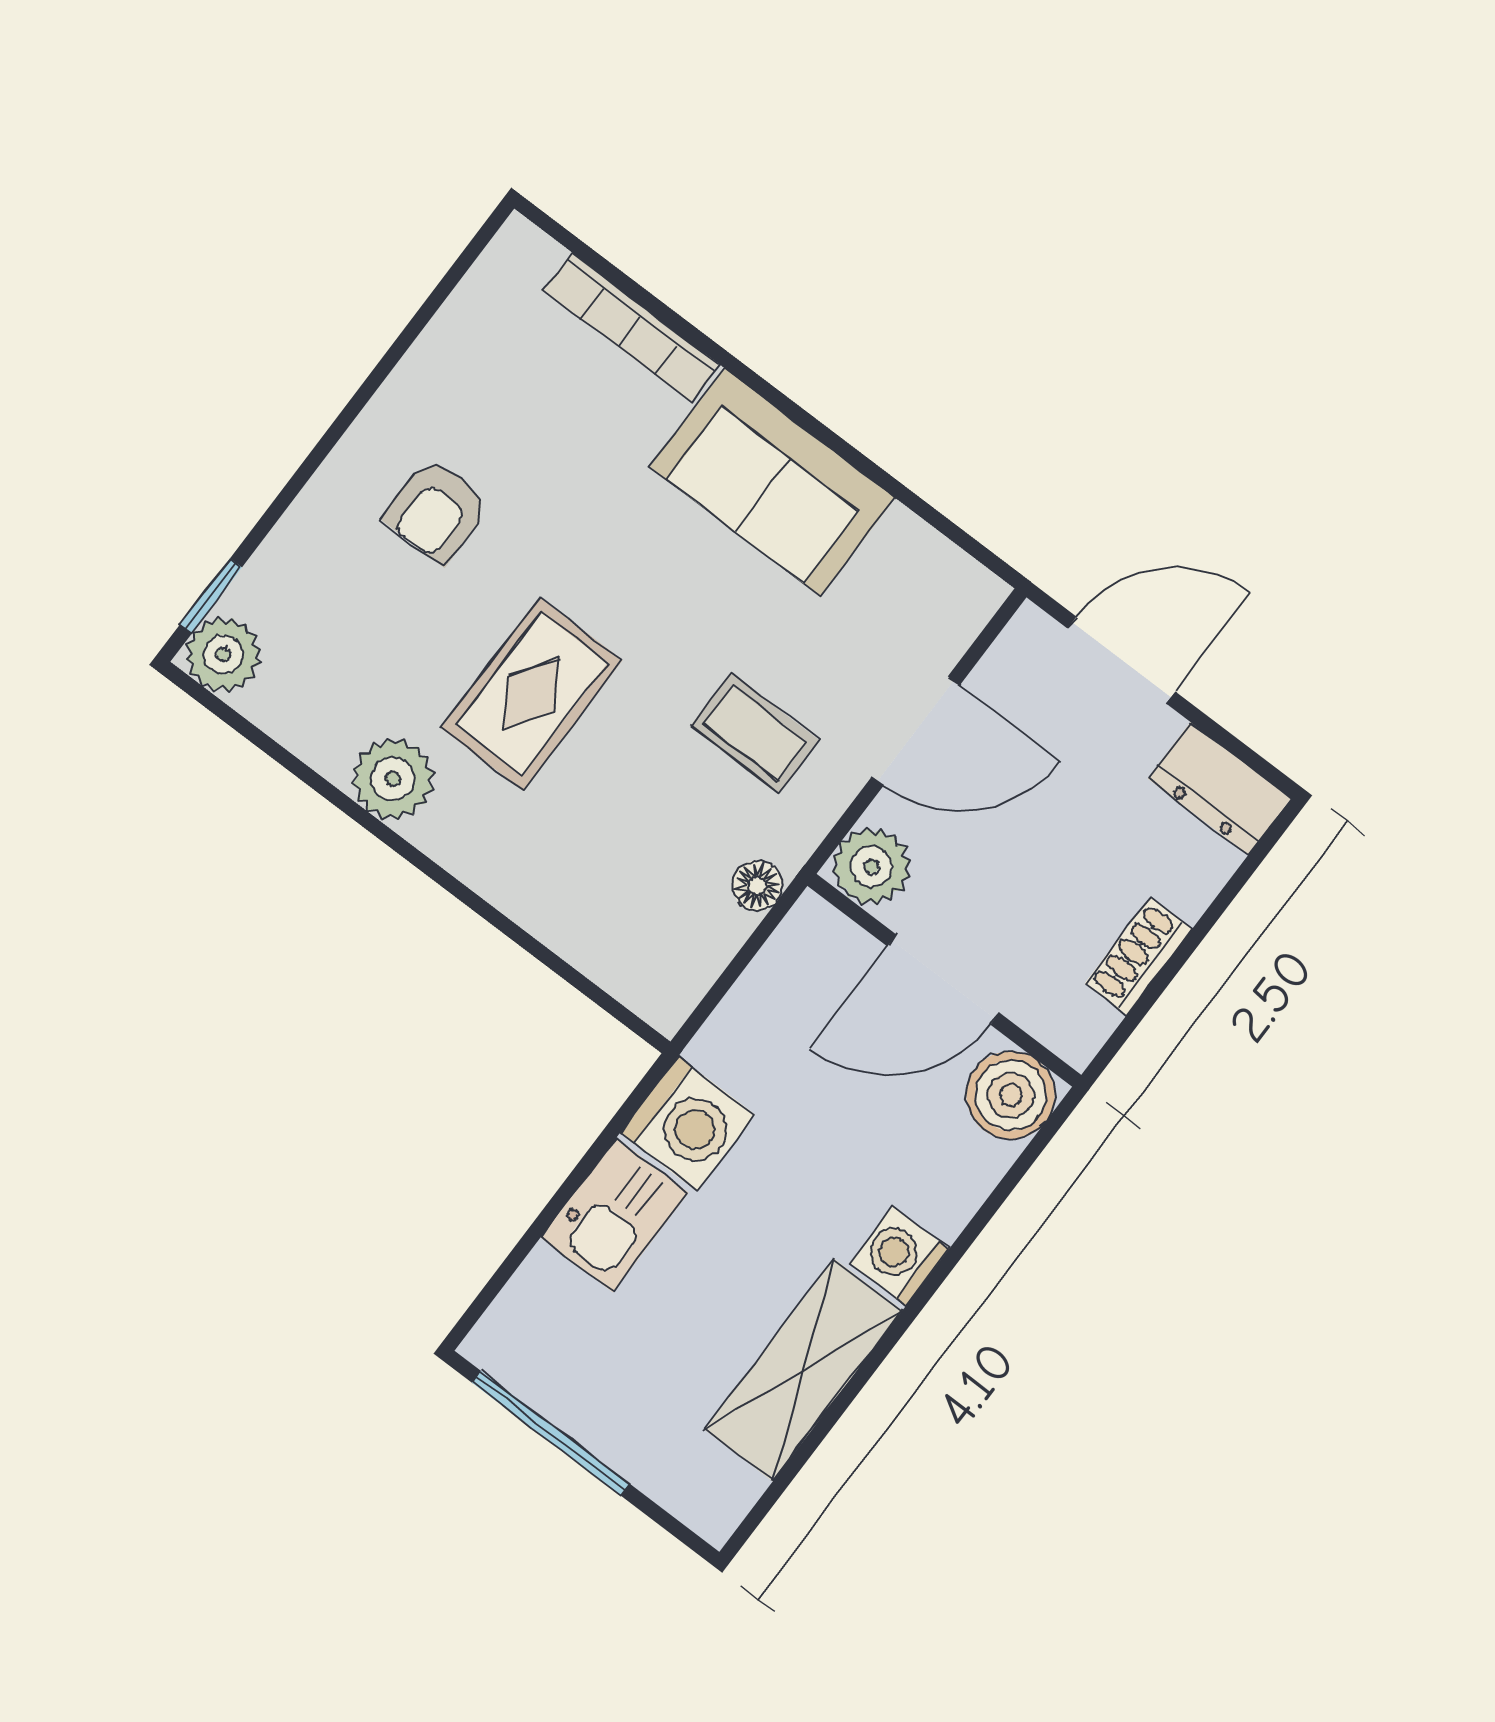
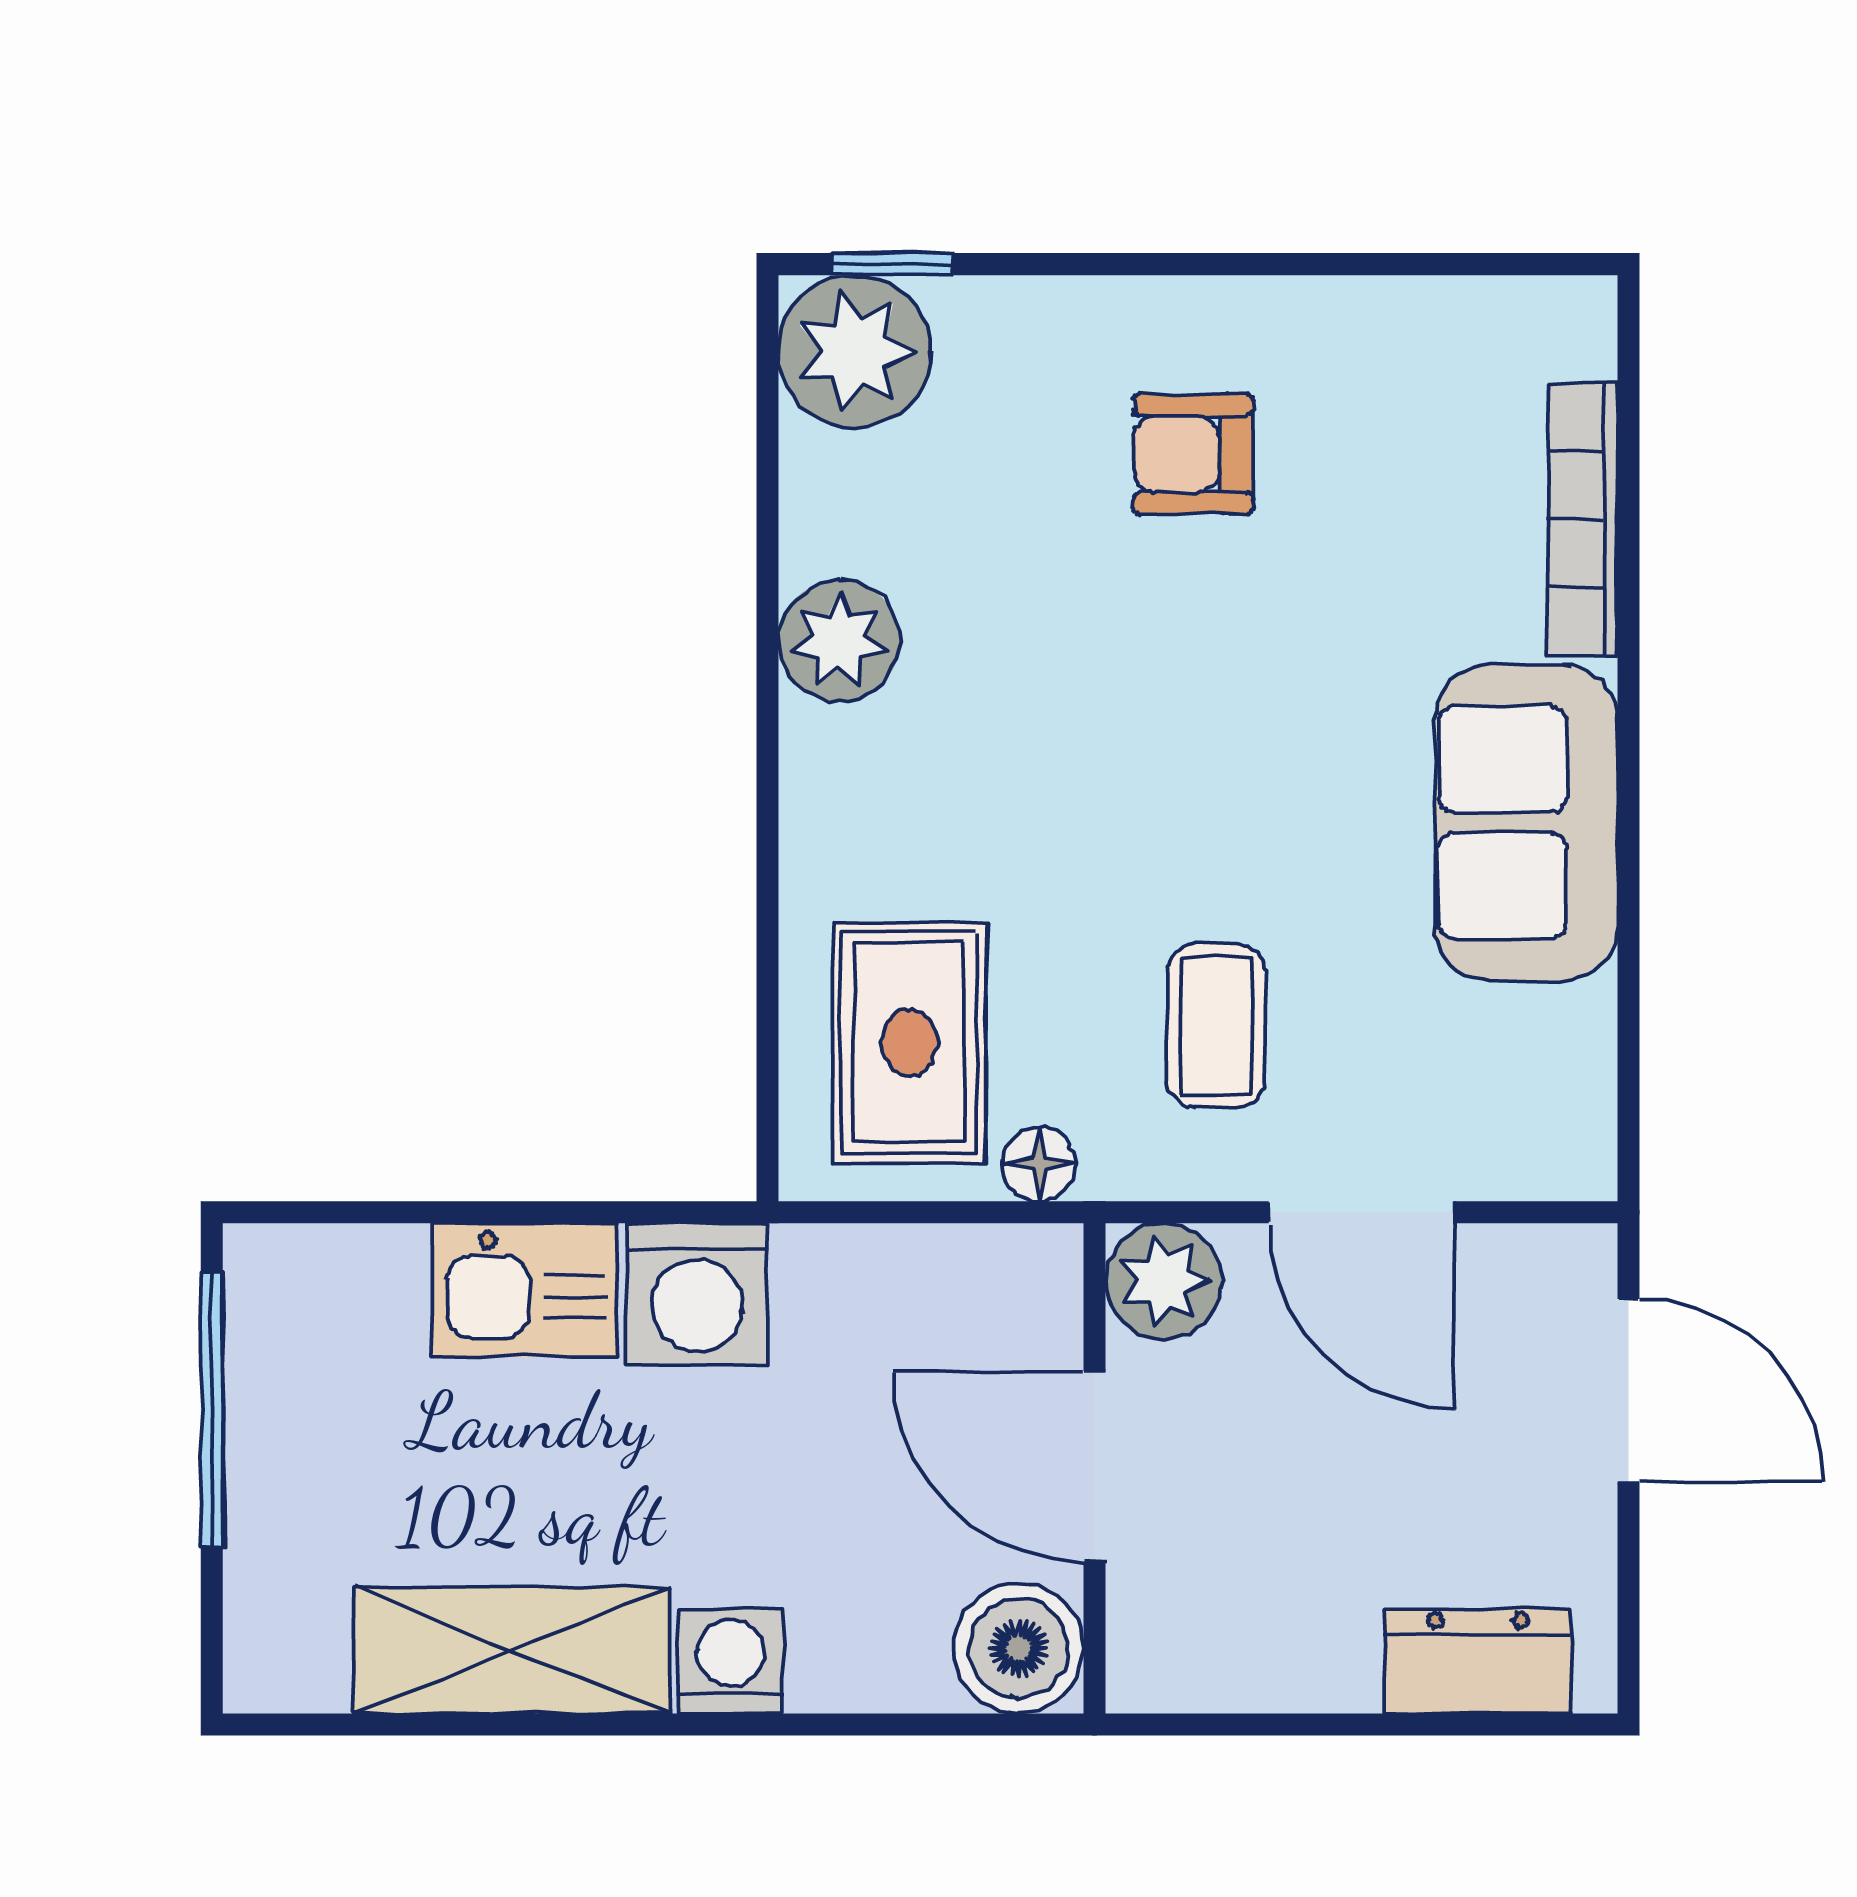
plant: (223, 654) -> (855, 351), width x1.36, depth x1.36
rug: (531, 694) -> (909, 1042), moved, turned 90
dresser: (1220, 788) -> (1478, 1661), moved, turned 90
shoe rack: (1139, 956) -> (1296, 1675), removed

